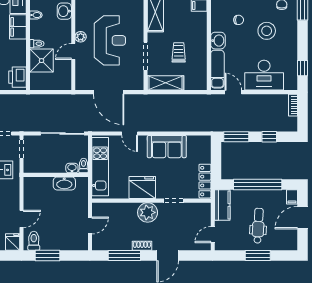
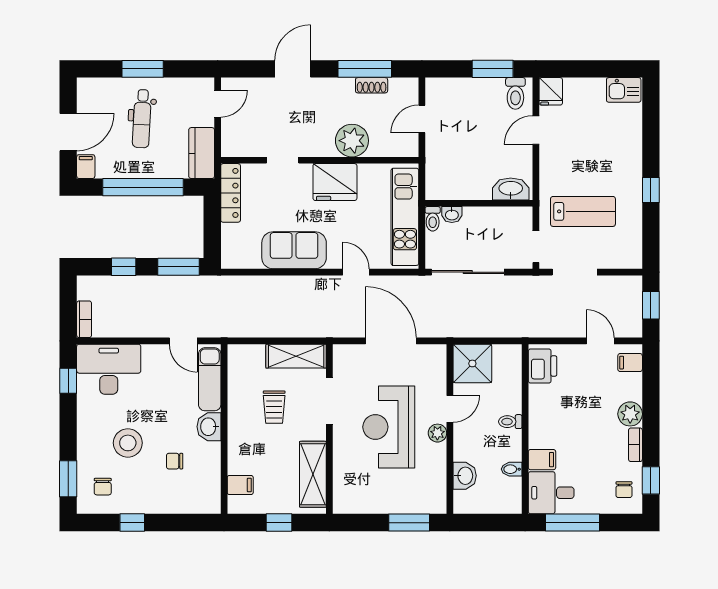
filing cabinet: (18, 27) -> (542, 460), width x0.50
shower: (42, 61) -> (472, 363), moved
desk: (264, 75) -> (109, 369), moved
washbasin: (64, 183) -> (511, 189), moved
plant: (148, 212) -> (352, 141), moved
shoe rack: (142, 246) -> (372, 85), moved

